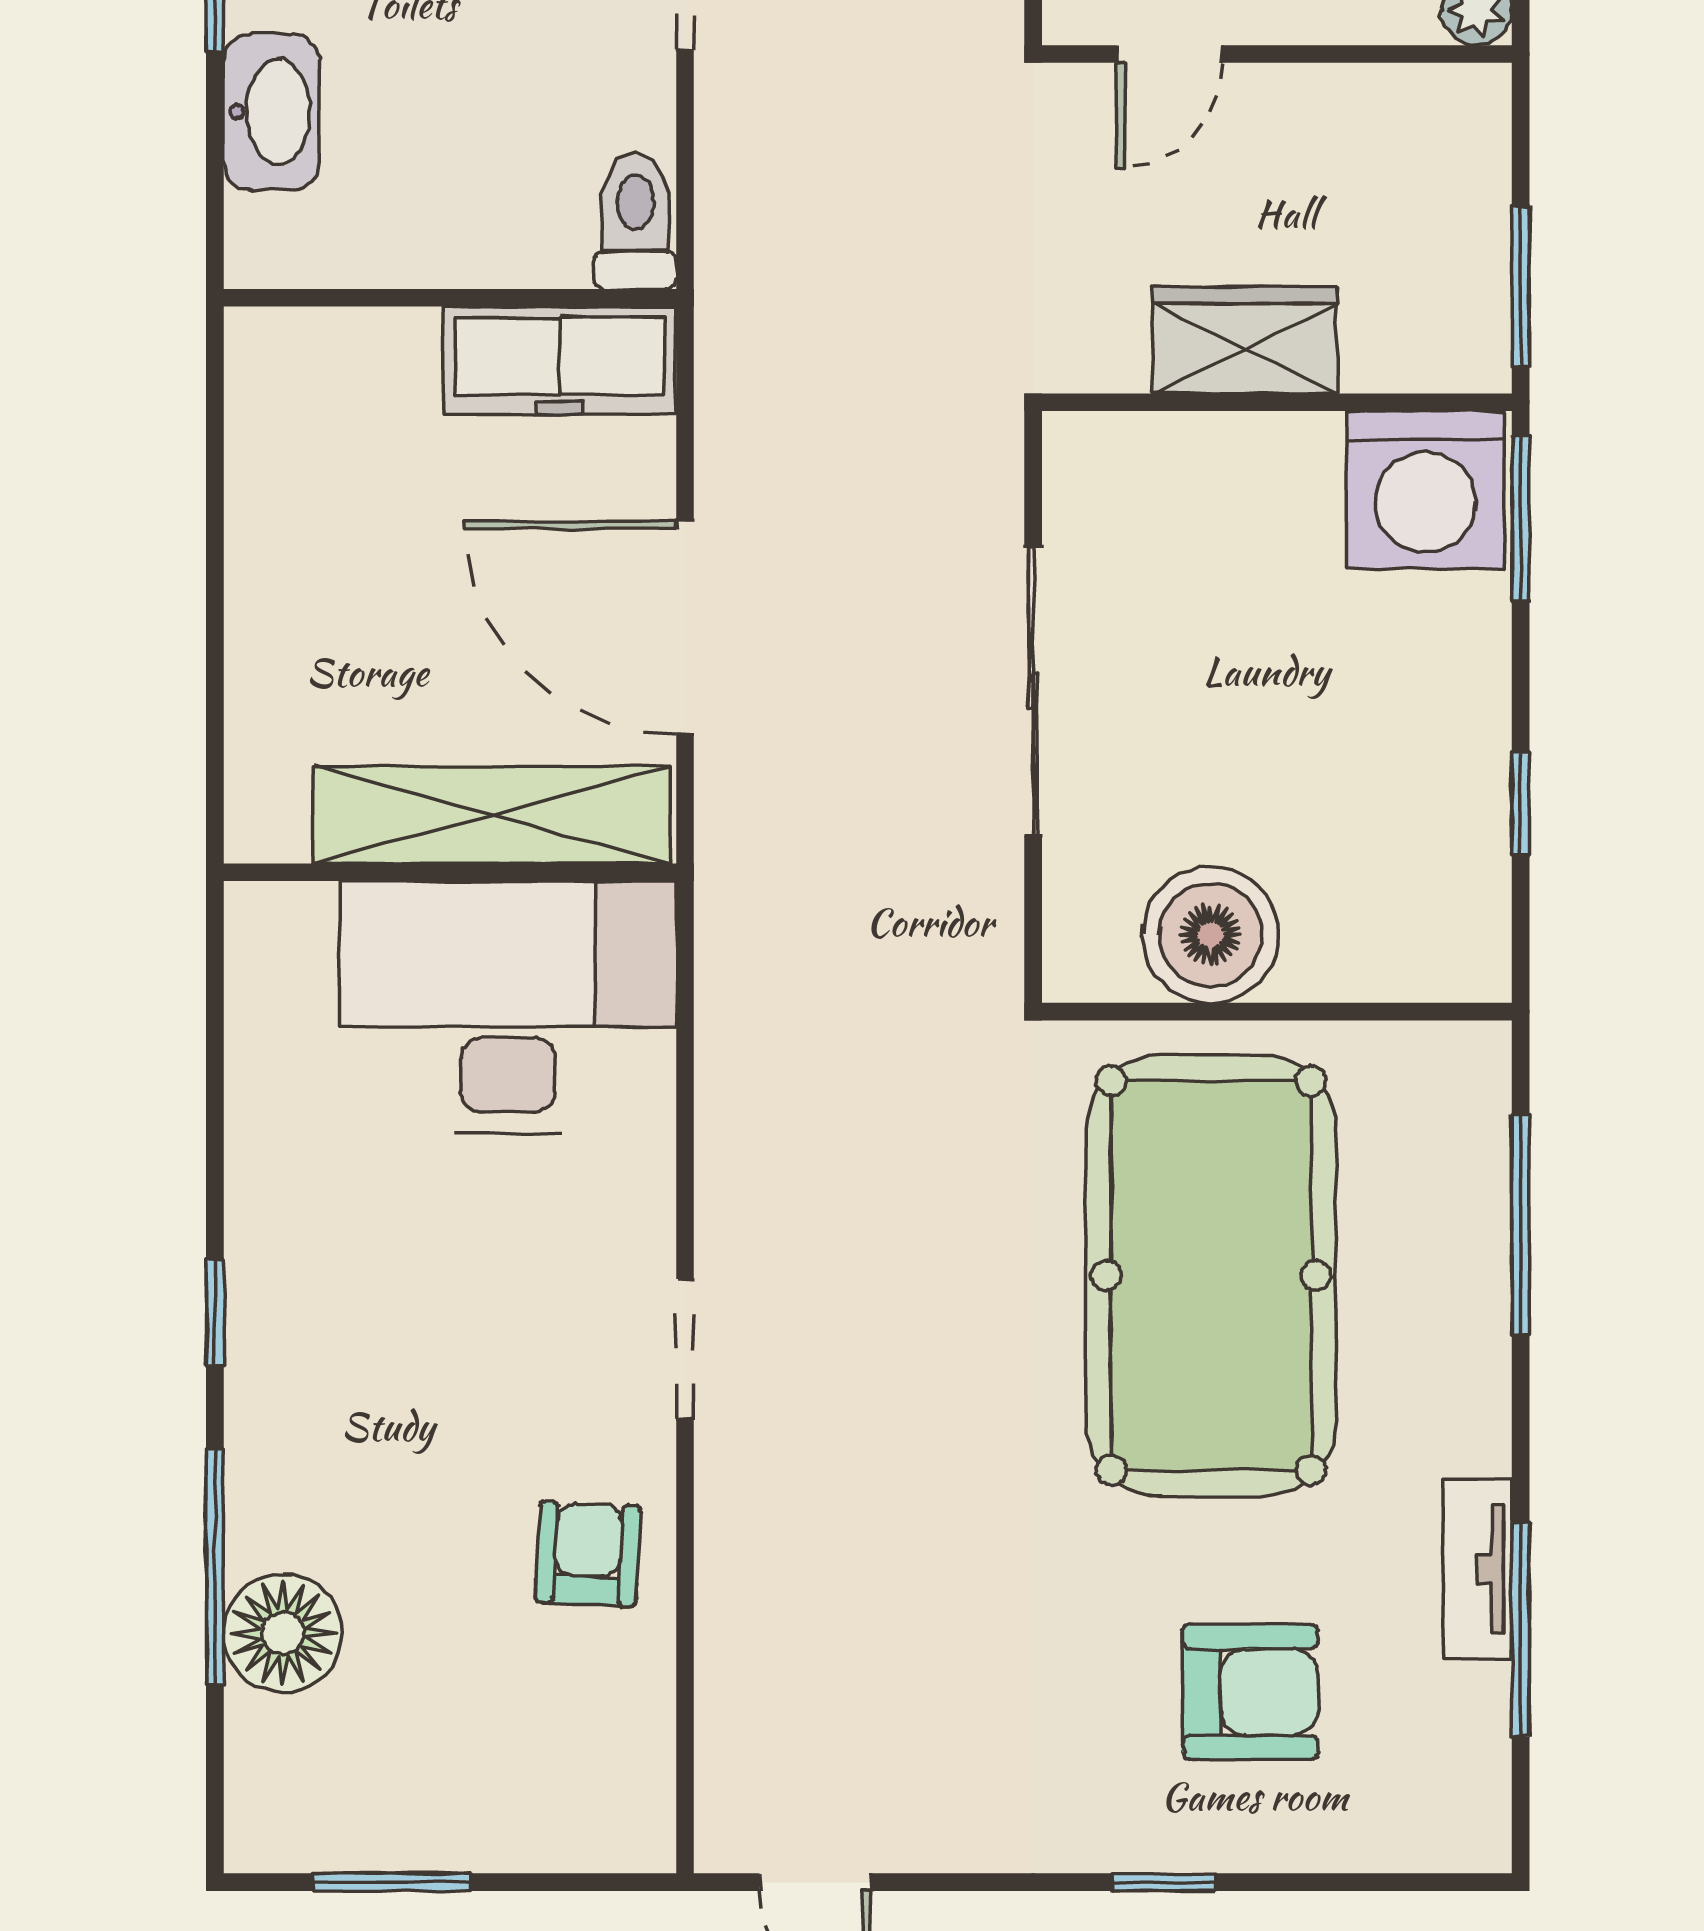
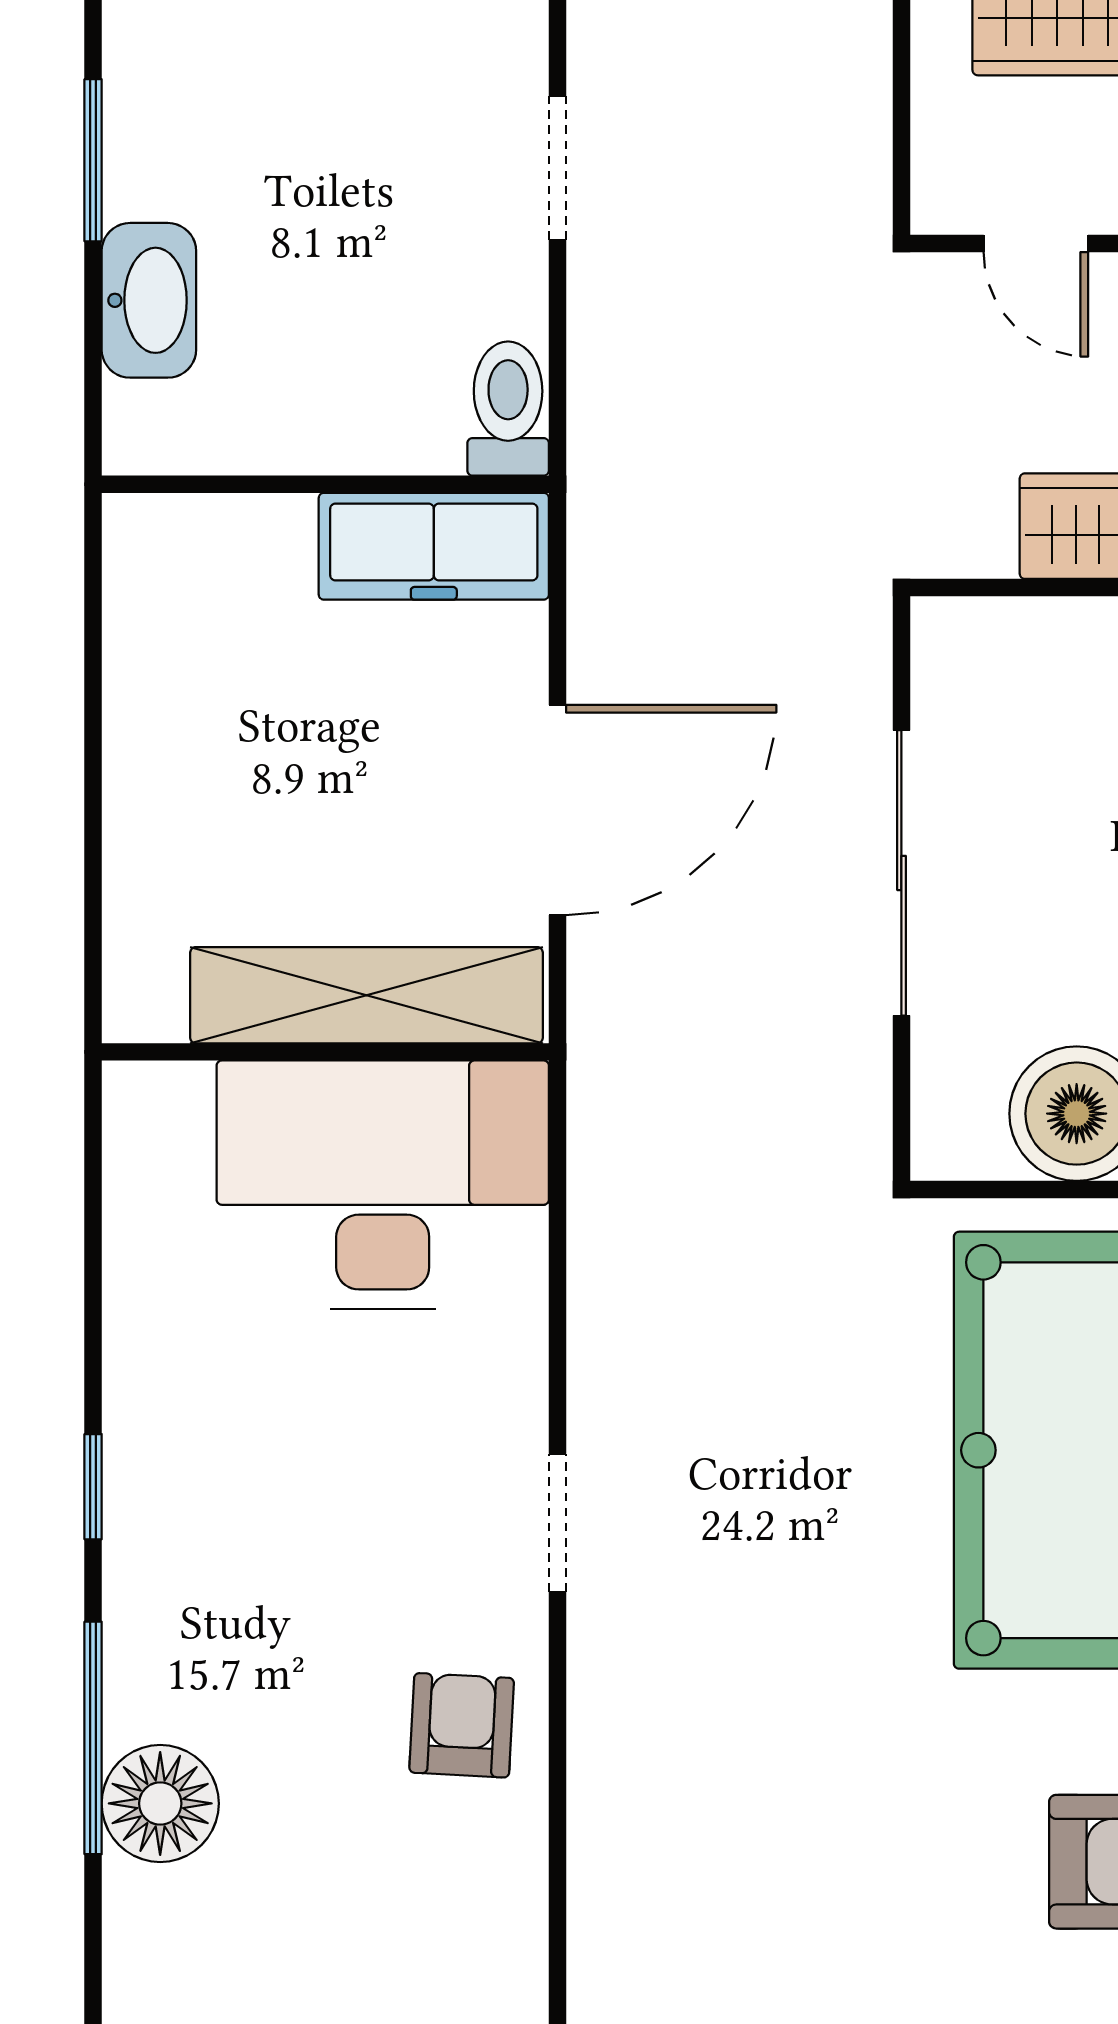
door: (1169, 54) -> (1036, 243), hinge flipped
door: (685, 627) -> (557, 810), swing flipped

